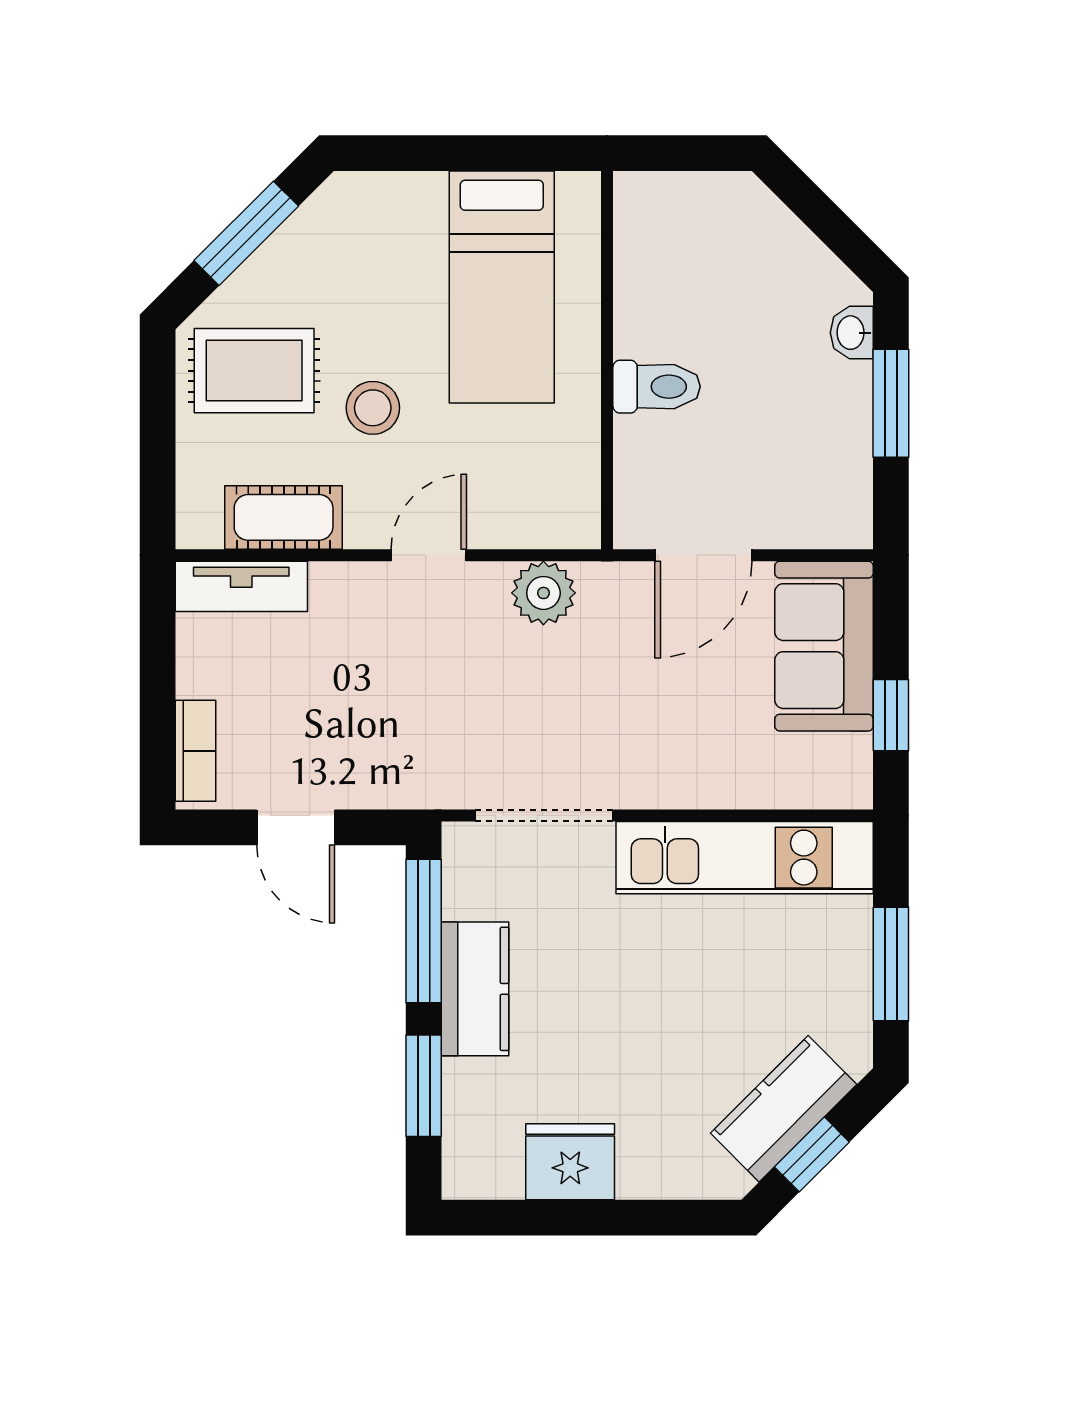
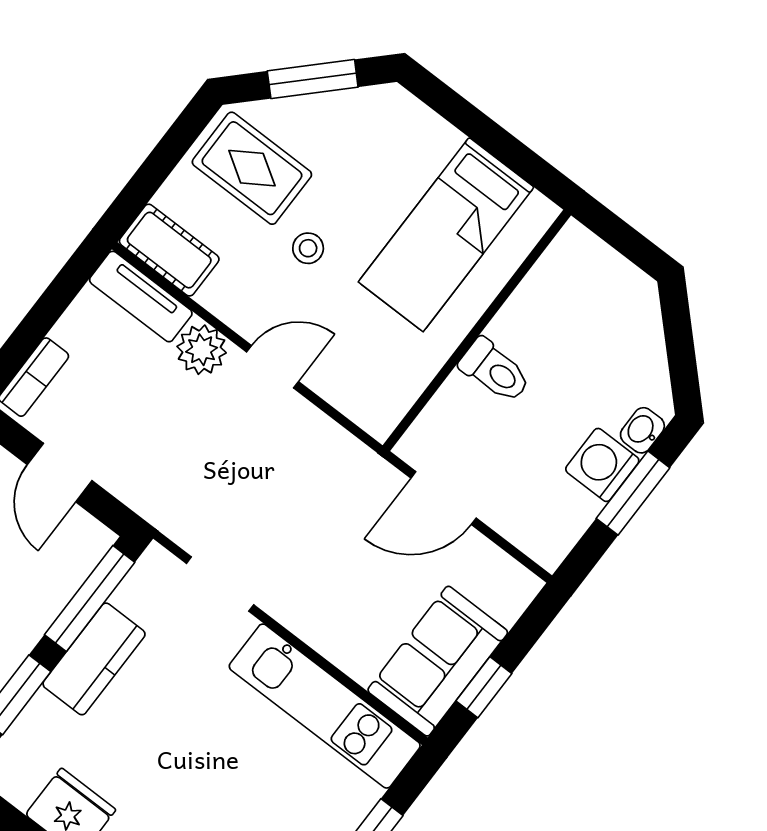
washing machine: (838, 399) -> (602, 465), added
stool: (373, 408) -> (308, 248), width x0.73, depth x0.73
cot: (284, 517) -> (169, 250), moved
plant: (543, 593) -> (202, 350), moved
sofa: (824, 646) -> (438, 661), moved
doorway: (544, 815) -> (220, 584), width x0.73

